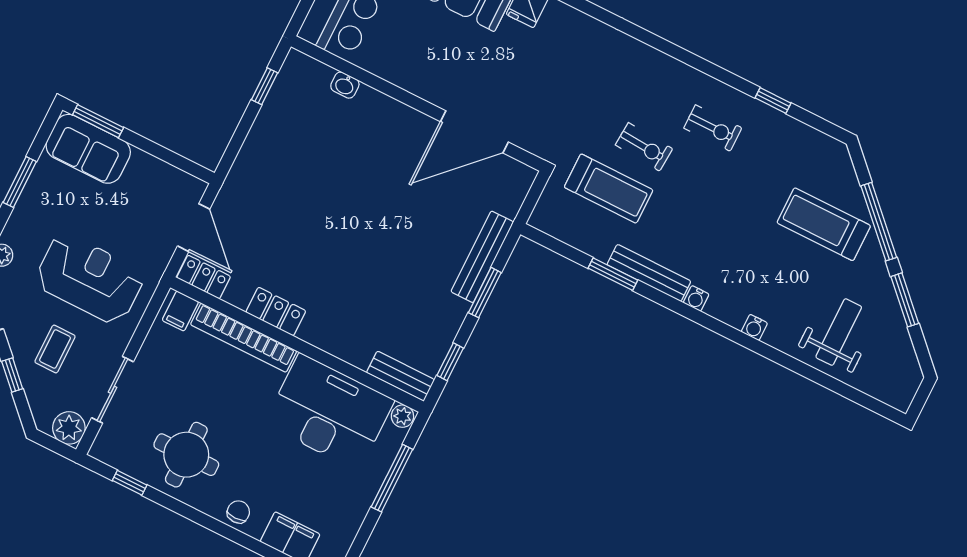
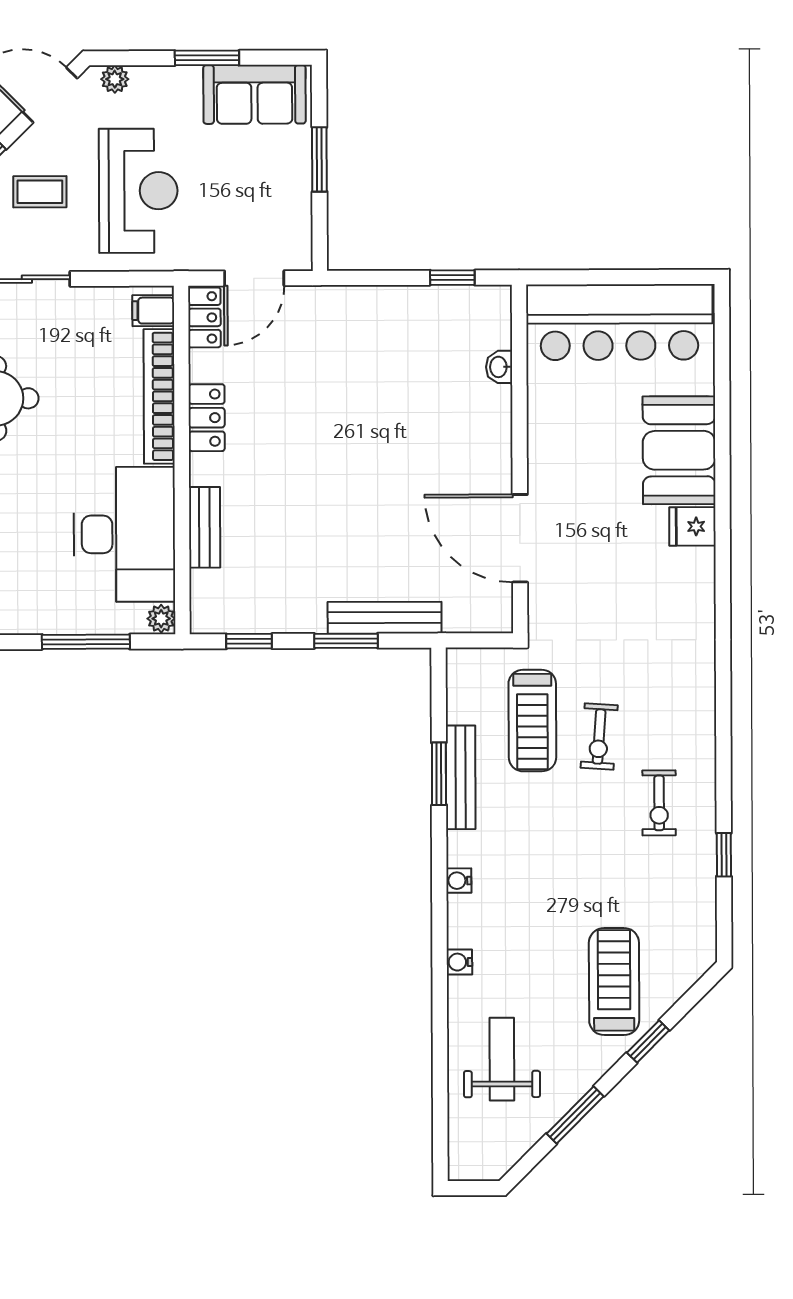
window: (98, 121) -> (319, 159), moved
sofa: (88, 149) -> (254, 94), moved, turned -90
window: (879, 222) -> (648, 1041), width x0.46
bench: (649, 273) -> (461, 777), moved
weight bench: (839, 332) -> (502, 1059), turned -90
bench: (401, 376) -> (205, 527), moved

